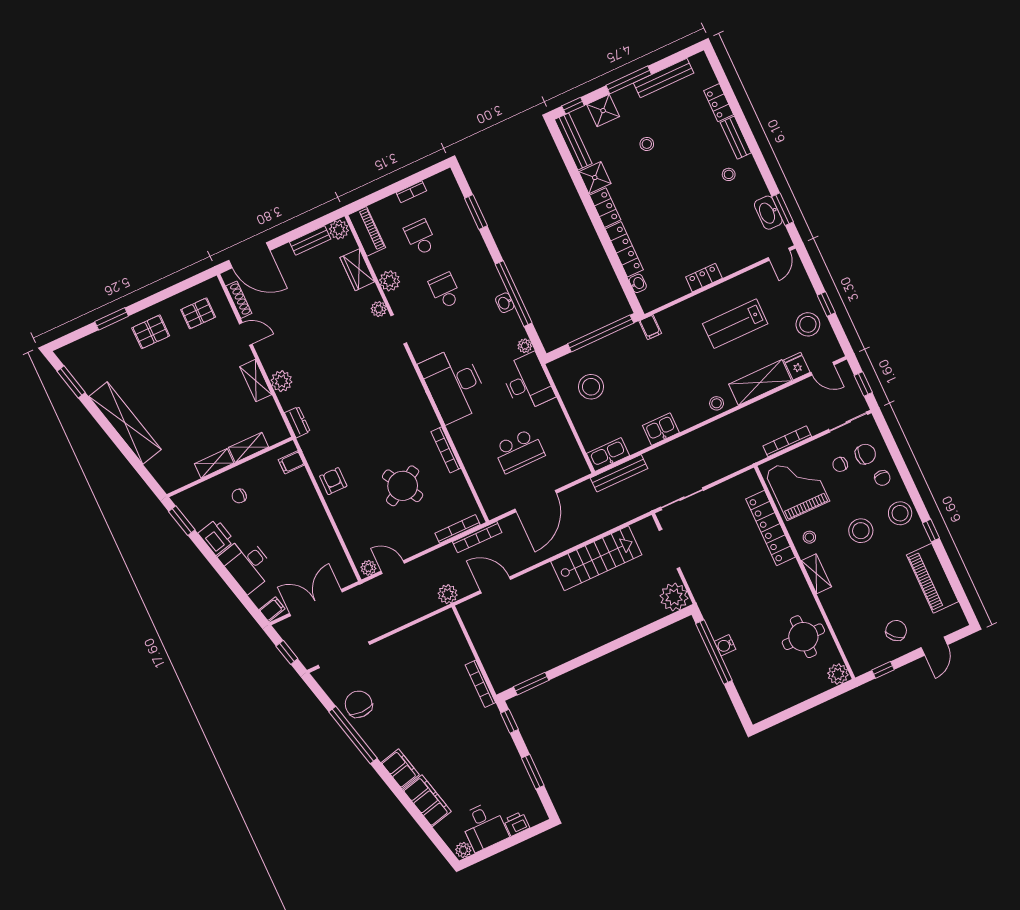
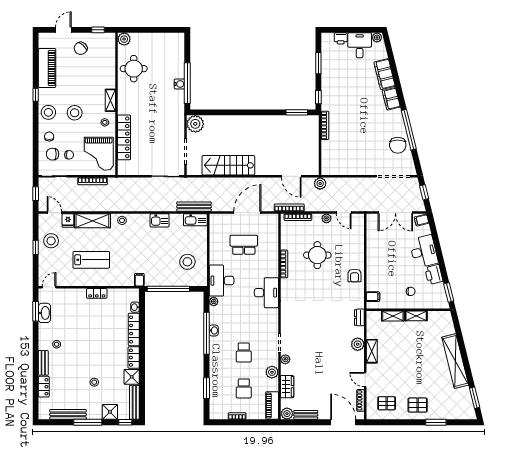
desk: (454, 384) -> (266, 293), width x0.73, depth x0.77
round table: (403, 486) -> (317, 255), turned 30
plant: (368, 568) -> (326, 218), moved

